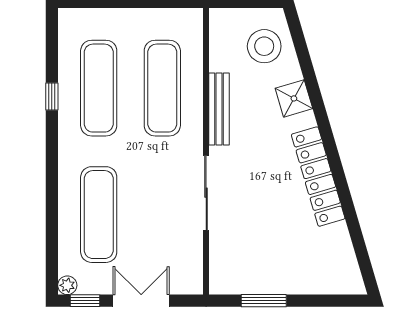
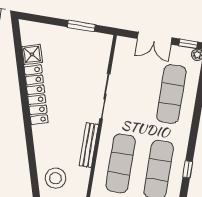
shower: (294, 98) -> (32, 54), moved

